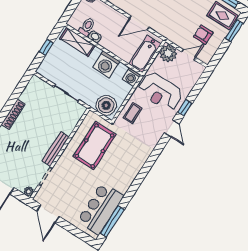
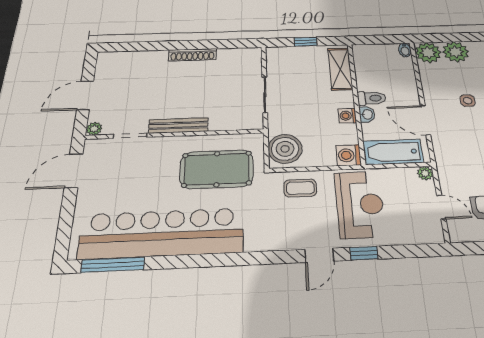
toilet: (87, 27) -> (372, 98), moved
washbasin: (95, 37) -> (367, 114), moved
plant: (168, 53) -> (425, 173), width x0.53, depth x0.53
washing machine: (106, 64) -> (347, 116), width x0.53, depth x0.53
reception desk: (160, 92) -> (360, 204), turned 180
bar counter: (100, 209) -> (162, 233), width x1.86

